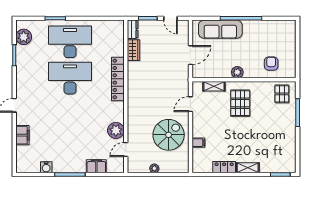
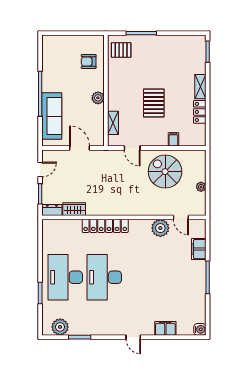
pallet: (240, 103) -> (154, 103), moved, turned 90
water cooler: (46, 167) -> (200, 329), moved

